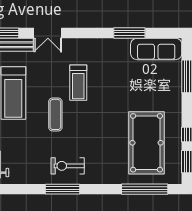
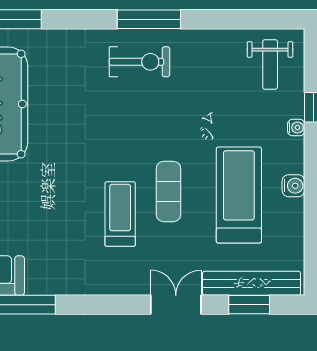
exercise mat: (55, 114) -> (168, 192), moved

